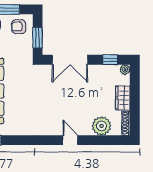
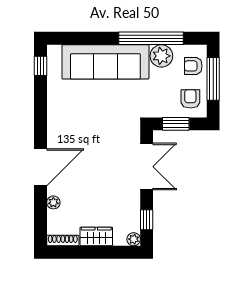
double door: (70, 60) -> (147, 167), swing flipped
plant: (102, 126) -> (53, 202), width x0.53, depth x0.53
door: (70, 140) -> (40, 167), width x1.88

